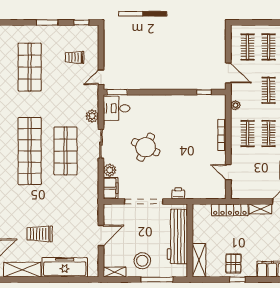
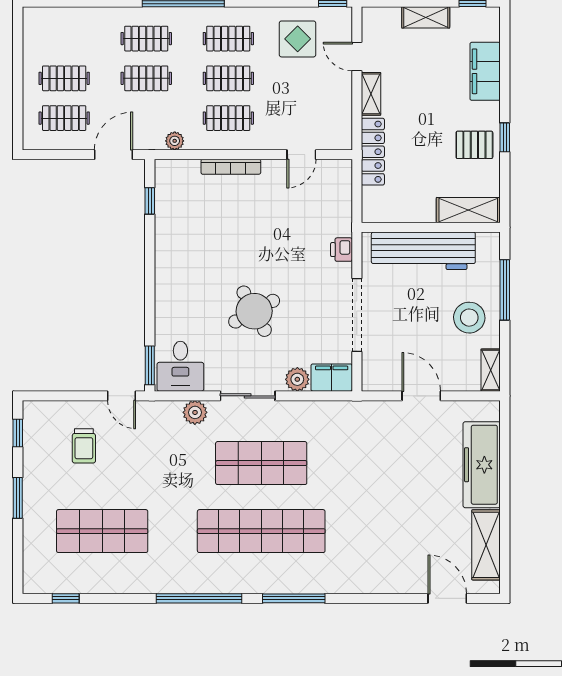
round table: (146, 147) -> (254, 311), turned 36
trolley: (40, 234) -> (418, 512), removed

